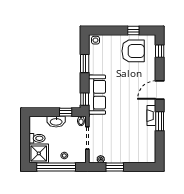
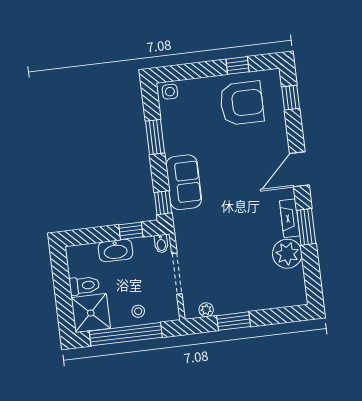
sofa: (97, 95) -> (184, 182), width x0.73
plant: (148, 134) -> (287, 254), added

